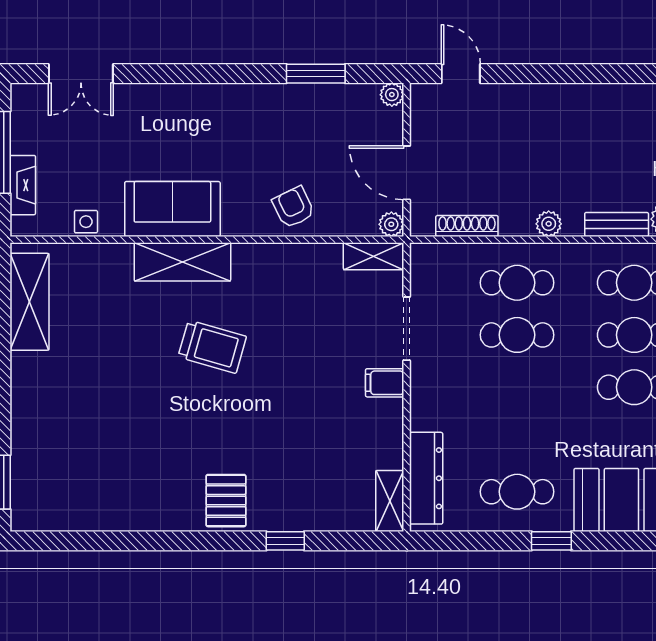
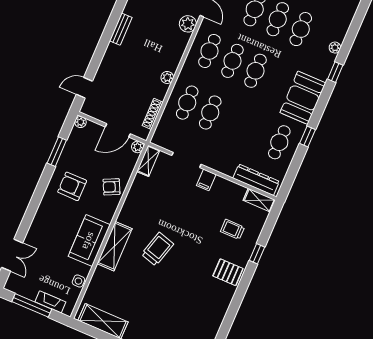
armchair: (262, 131) -> (72, 186), added
bench: (617, 224) -> (121, 29), moved
trolley: (312, 474) -> (232, 229), added

